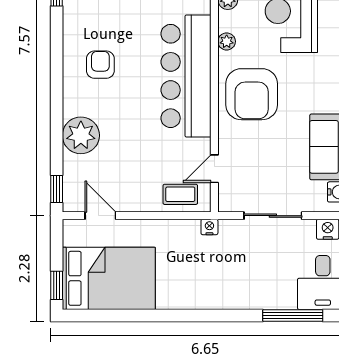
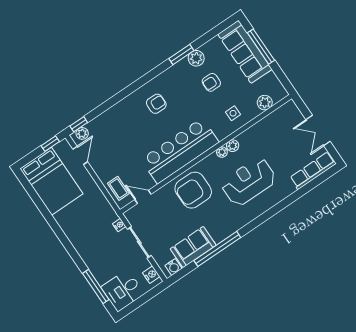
plant: (227, 41) -> (222, 152), moved
plant: (81, 135) -> (82, 133), moved, width x0.53, depth x0.53
nightstand: (209, 227) -> (119, 225), moved
window: (57, 285) -> (50, 144), moved

